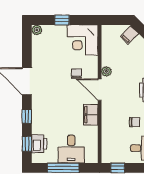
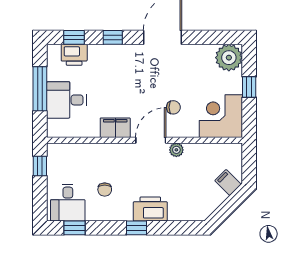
plant: (37, 30) -> (229, 58), width x1.87, depth x1.87

